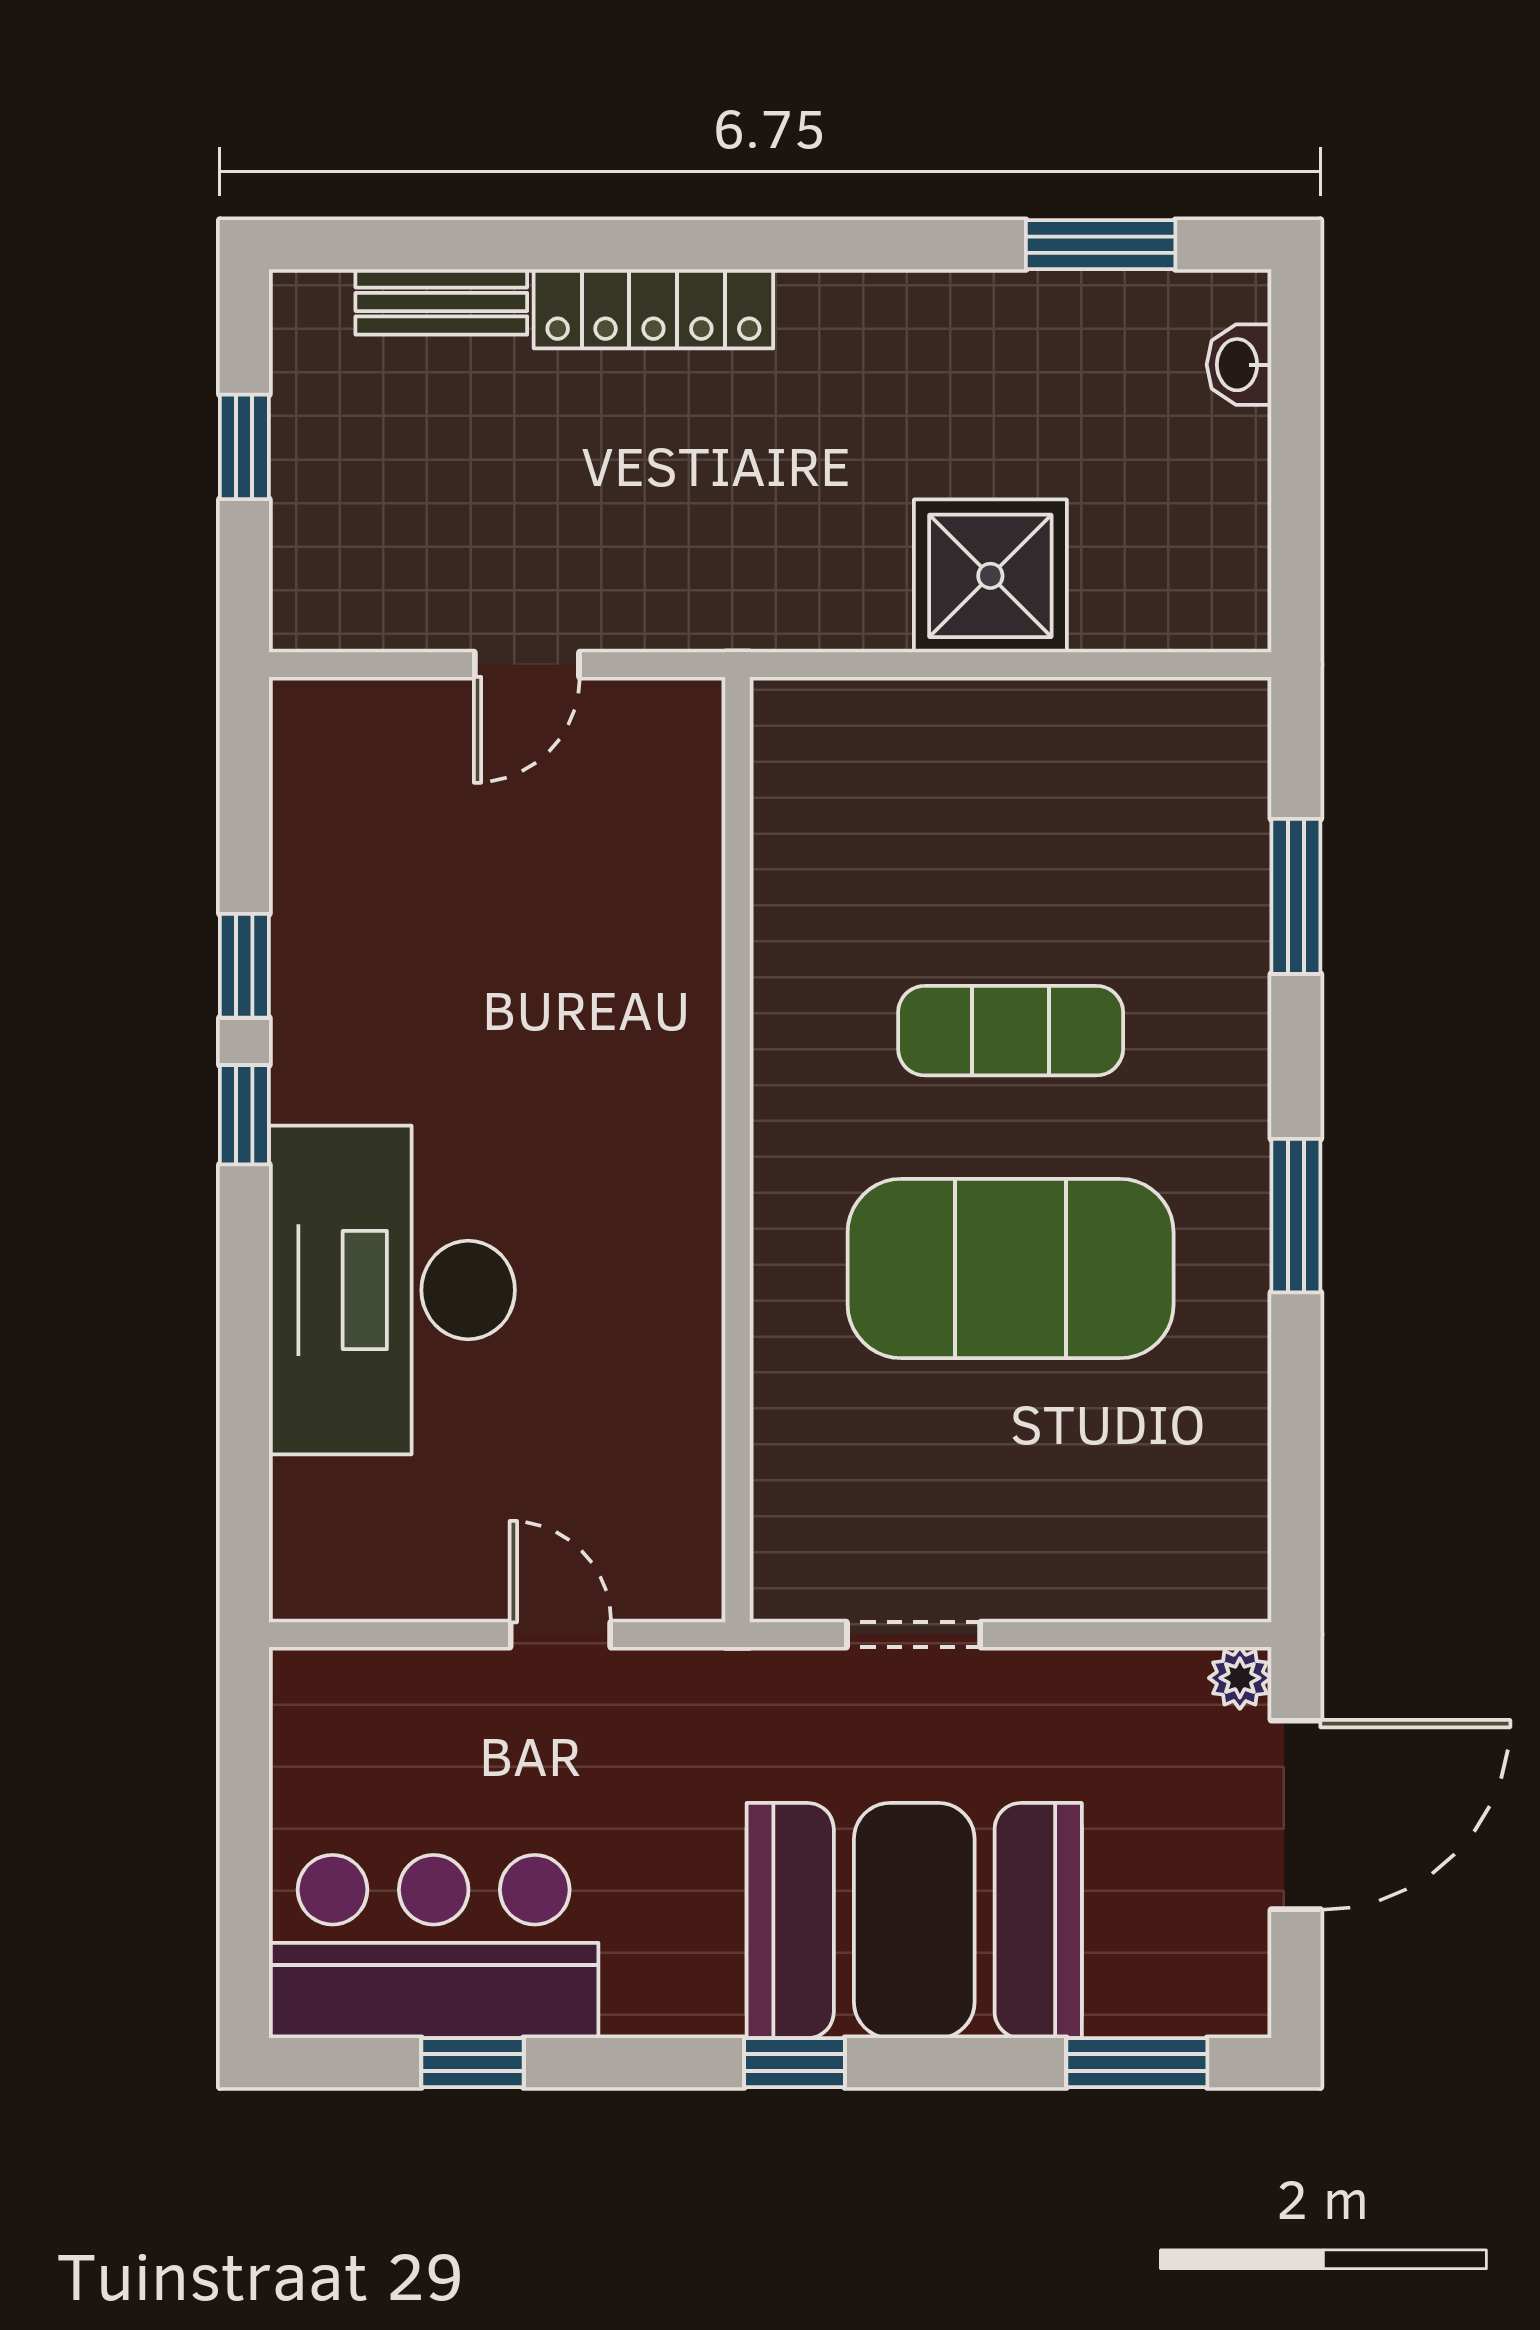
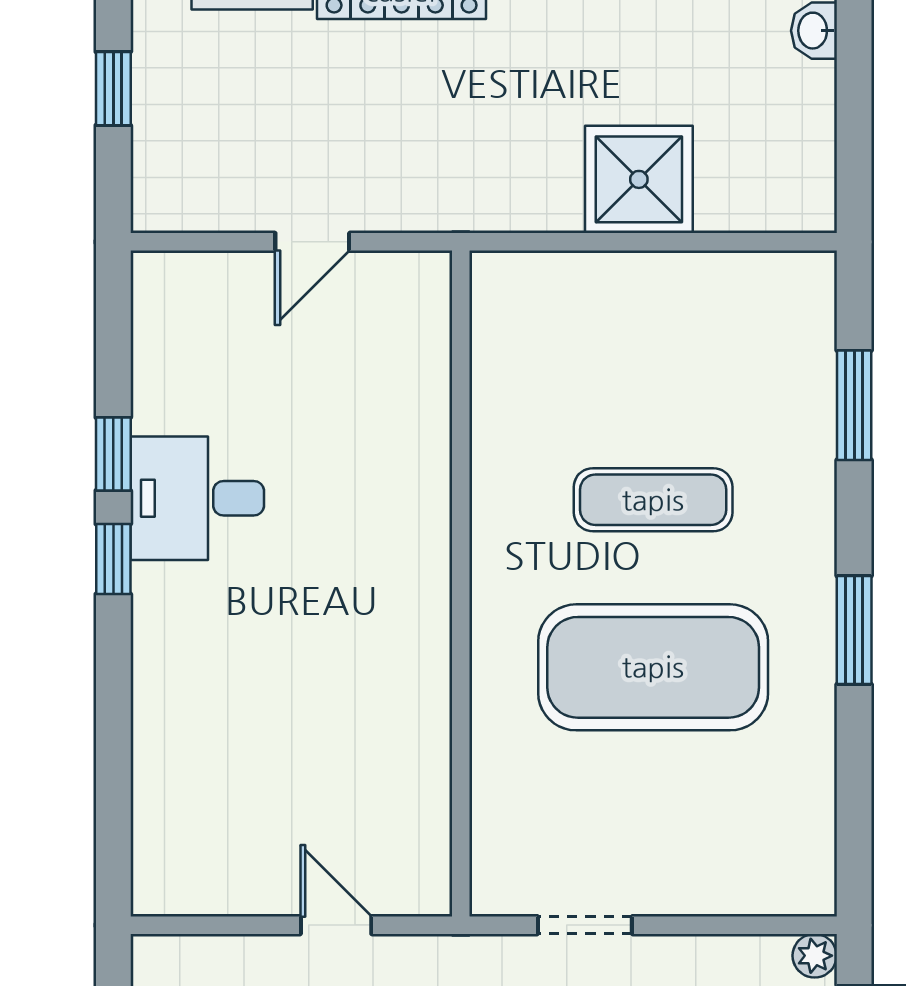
desk: (392, 1290) -> (197, 498), moved, width x0.53, depth x0.77

